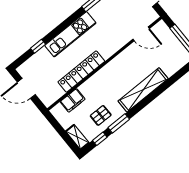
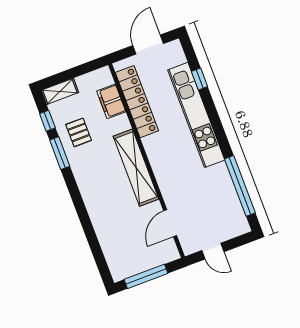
kitchen unit: (70, 34) -> (196, 115), width x1.36
locker: (81, 72) -> (137, 102), moved
shelving: (143, 90) -> (136, 168), moved

